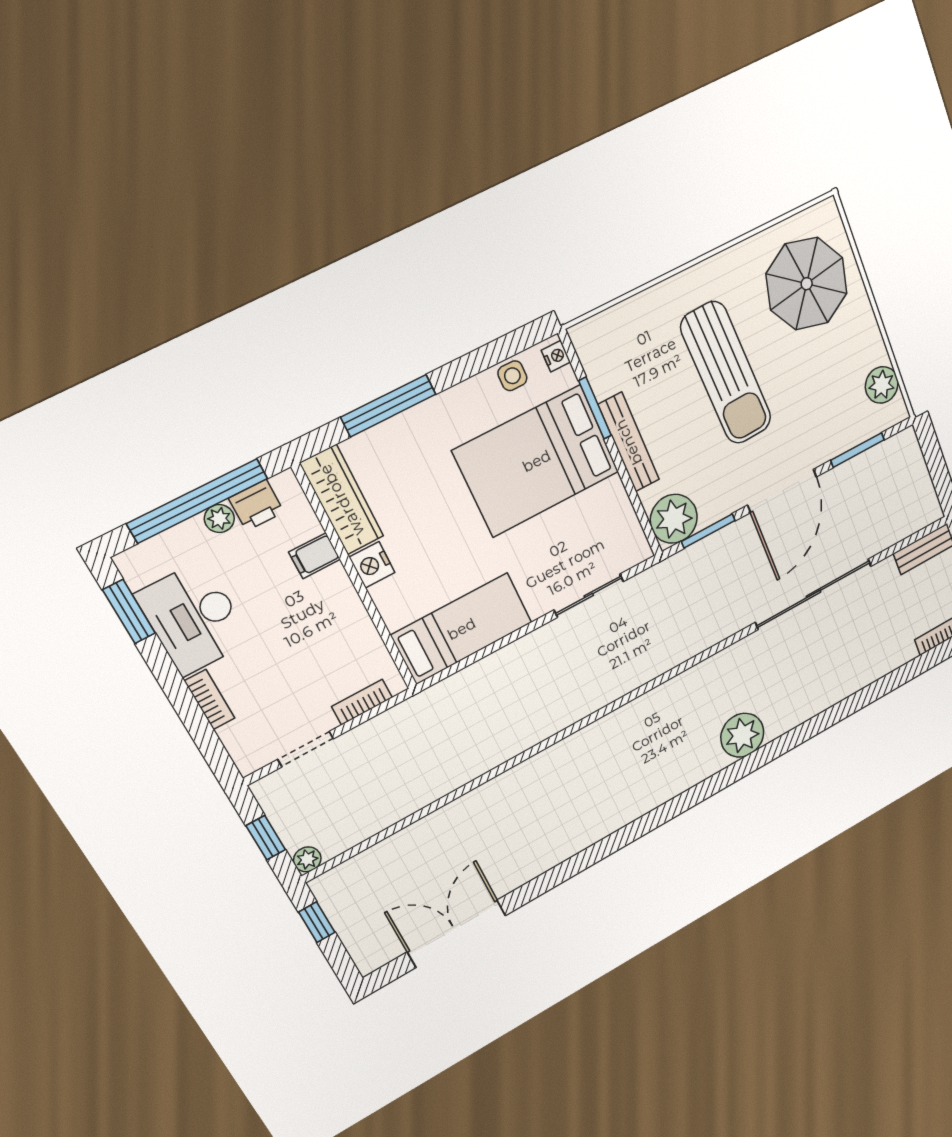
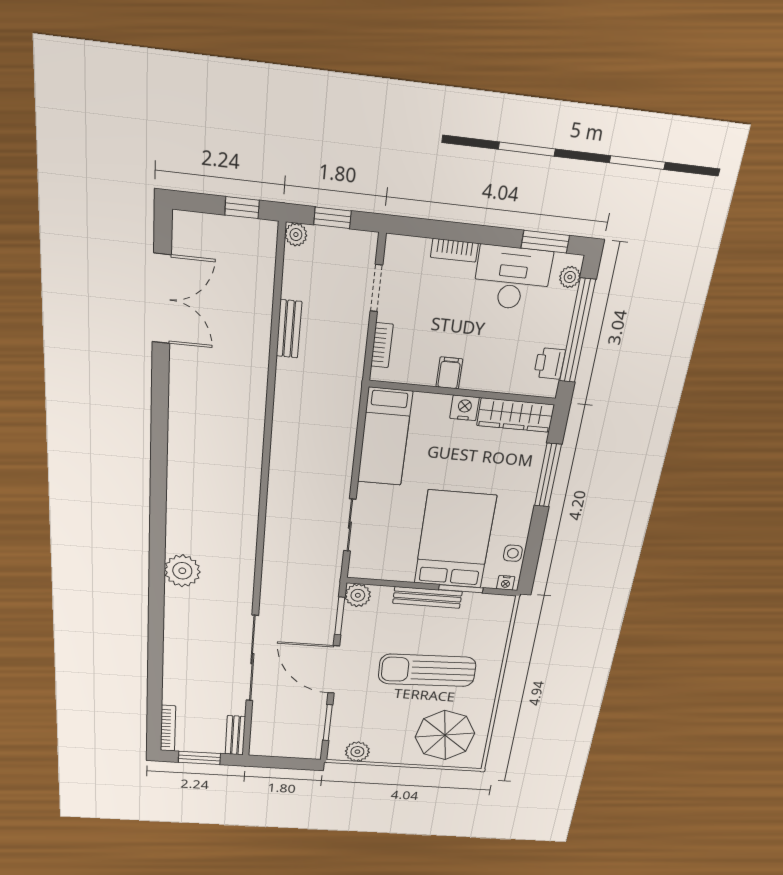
plant: (219, 519) -> (570, 277), moved
plant: (674, 519) -> (358, 595), width x0.73, depth x0.73
filing cabinet: (315, 556) -> (449, 373), moved
bench: (408, 803) -> (289, 329), added

